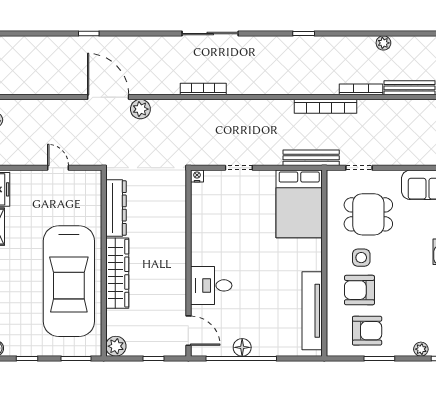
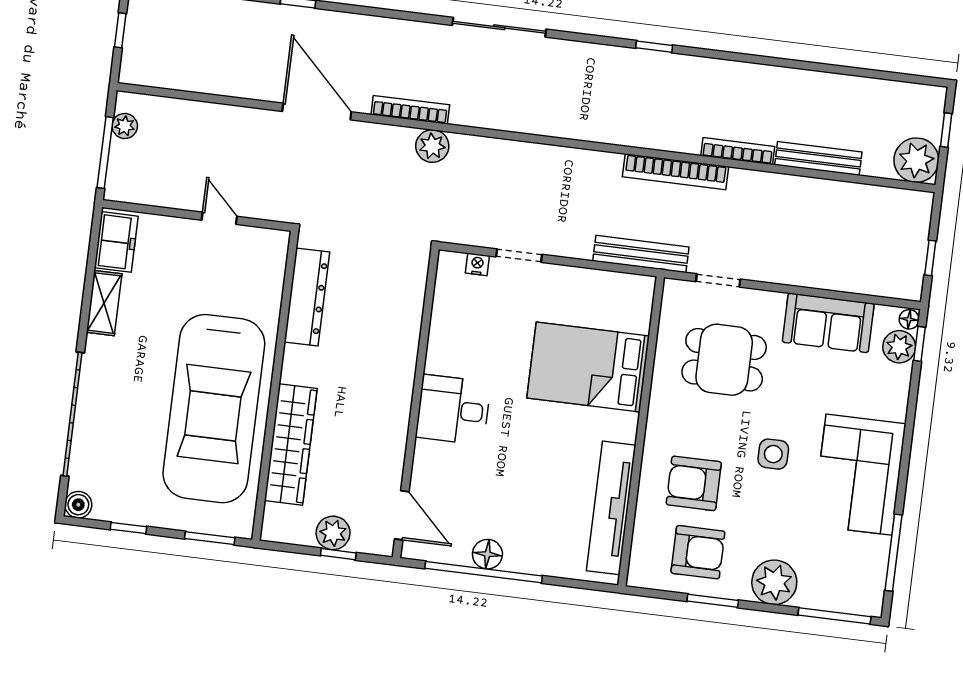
plant: (383, 43) -> (785, 79), removed
bookcase: (203, 89) -> (410, 110), moved
plant: (140, 109) -> (432, 146), moved
nightstand: (197, 176) -> (477, 264), moved
bed: (299, 204) -> (588, 367), moved, turned 90
side table: (361, 258) -> (773, 454), moved
wardrobe: (117, 273) -> (291, 445), moved
desk: (211, 285) -> (453, 410), moved
plant: (116, 346) -> (333, 533), moved
plant: (421, 349) -> (774, 582), width x1.87, depth x1.87

